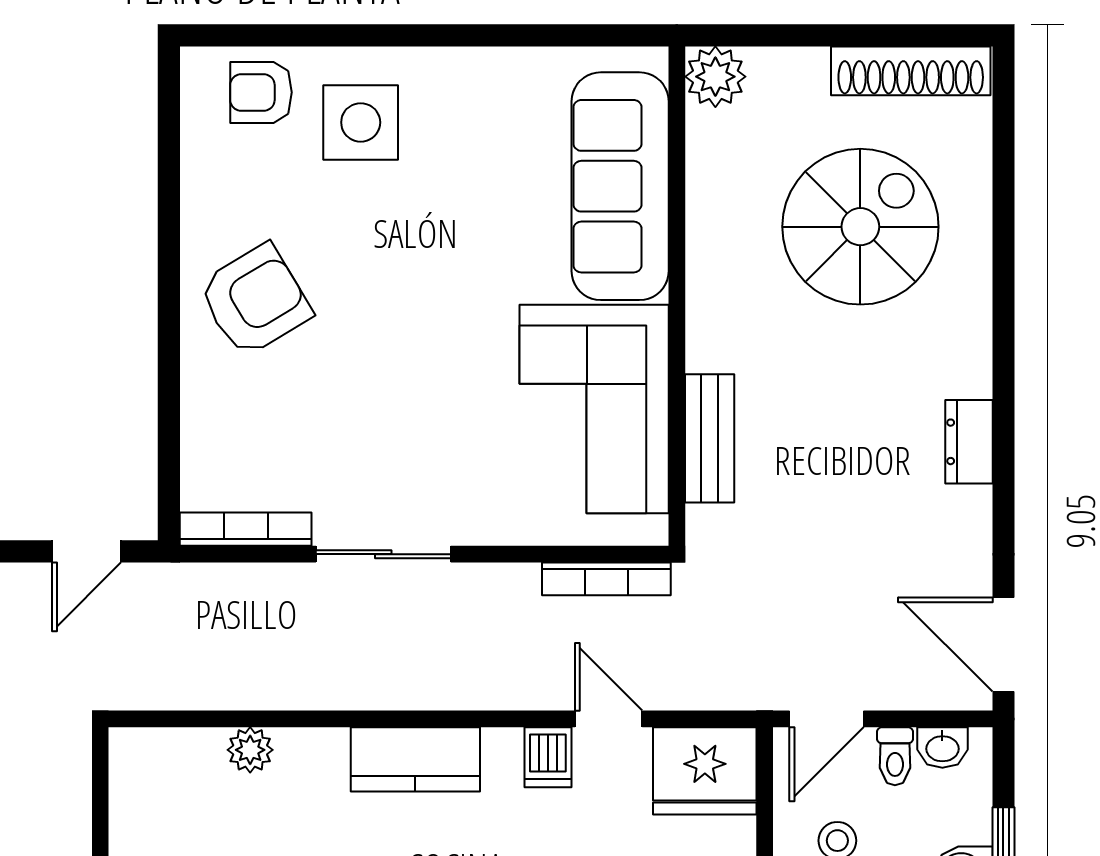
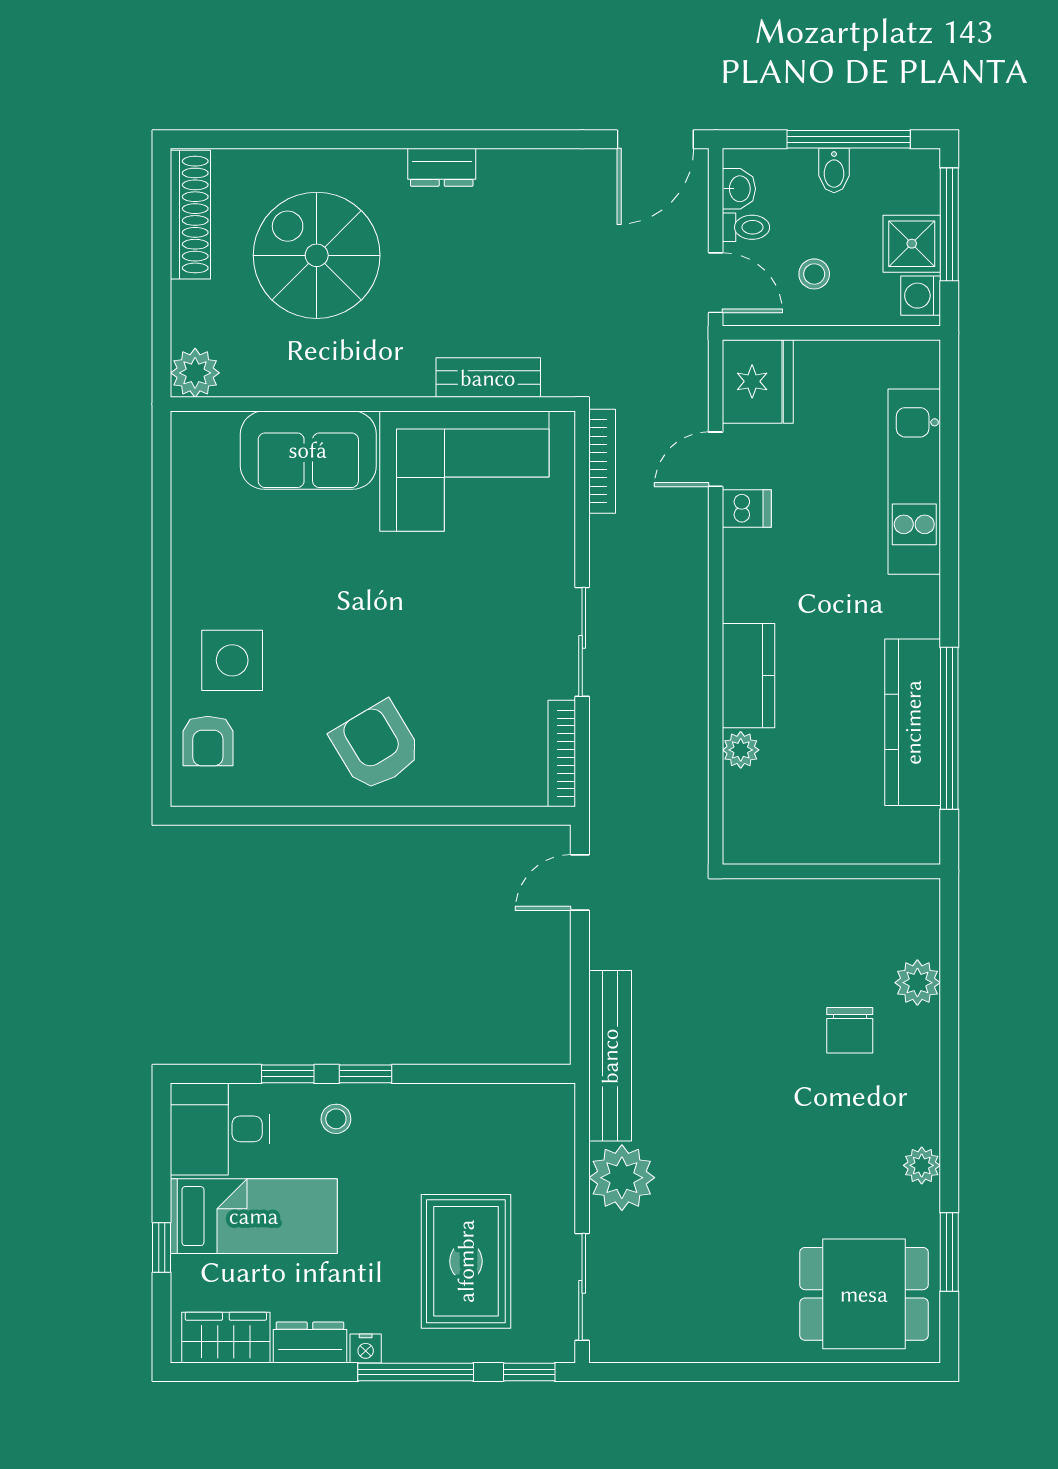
sofa: (620, 186) -> (308, 450), width x0.73
dresser: (969, 442) -> (442, 167), moved
door: (86, 551) -> (580, 883), swing flipped
kitchen counter: (415, 759) -> (748, 676), moved

